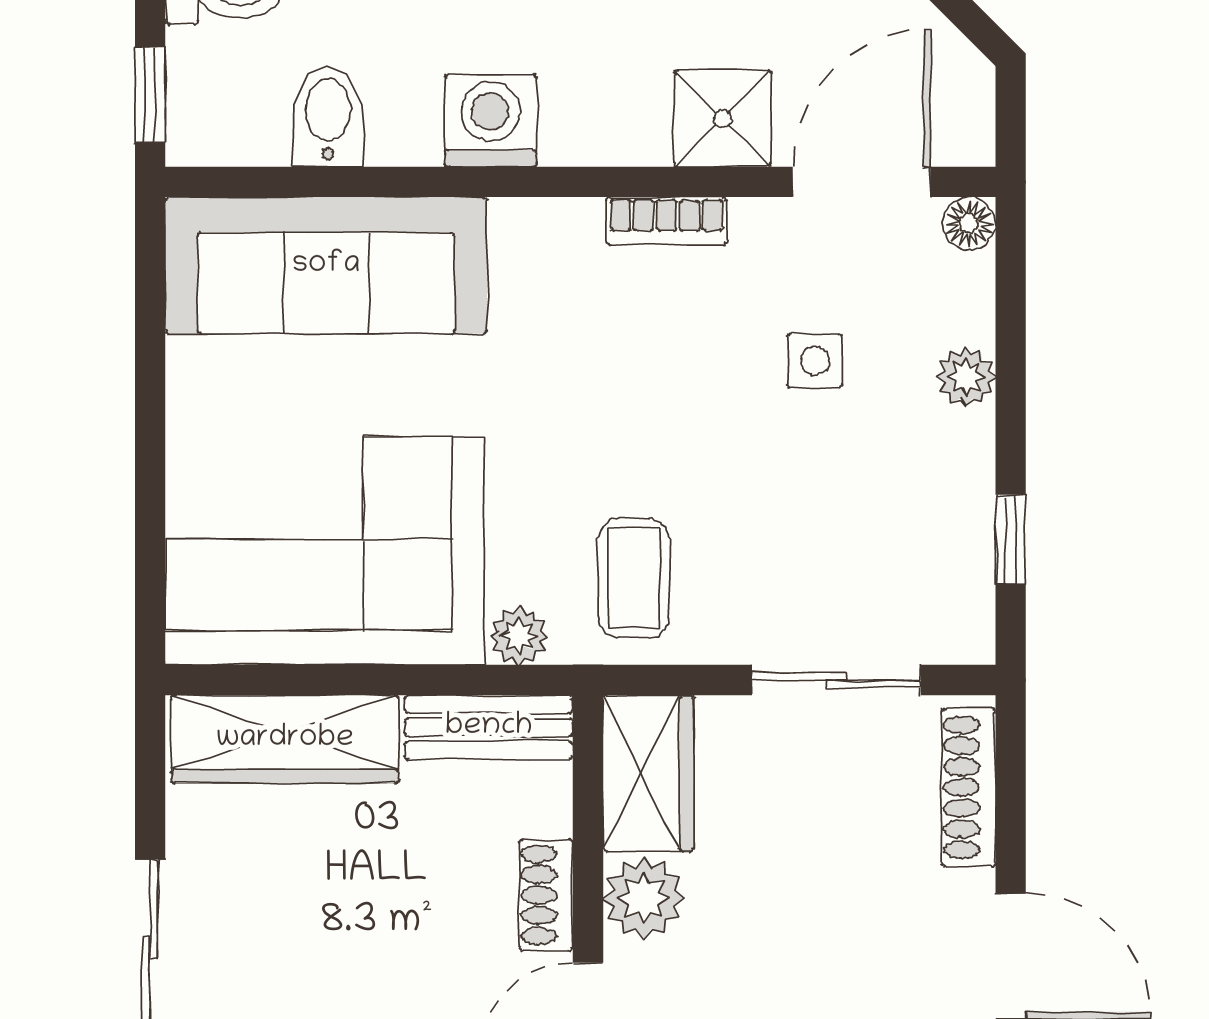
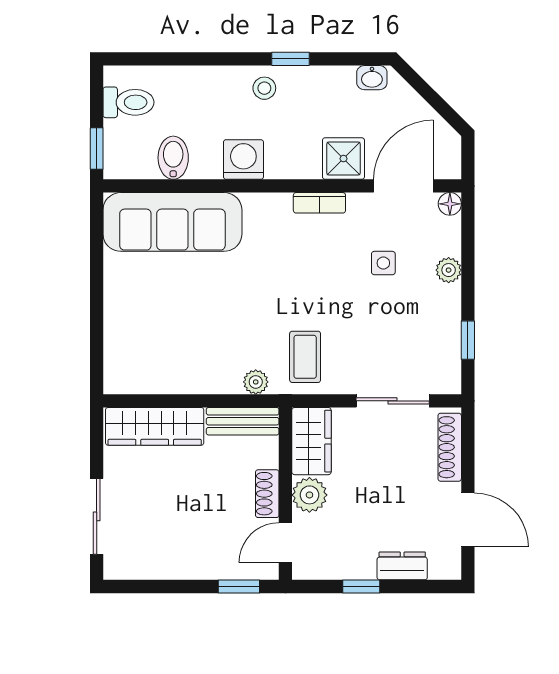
corner sofa: (325, 551) -> (172, 345), removed

